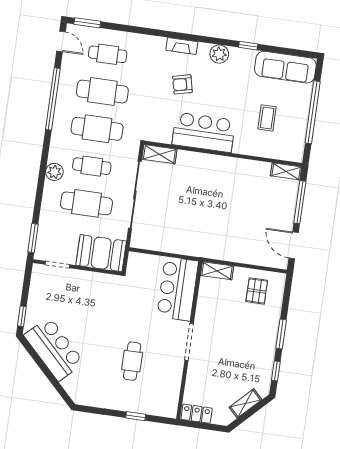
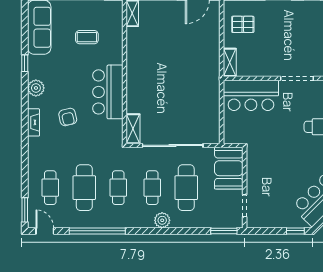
door: (61, 41) -> (45, 231), hinge flipped
cafe table: (97, 129) -> (118, 188), width x0.73, depth x0.74

